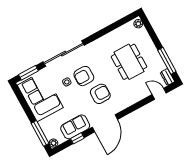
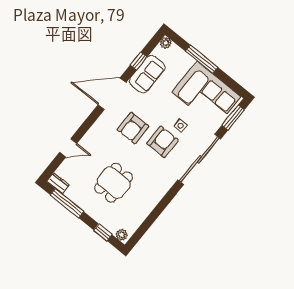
window: (150, 31) -> (103, 232), added
dining table: (129, 62) -> (114, 183), width x0.73
door: (159, 94) -> (68, 148), moved
door: (105, 123) -> (112, 94), hinge flipped
window: (40, 133) -> (202, 59), moved

